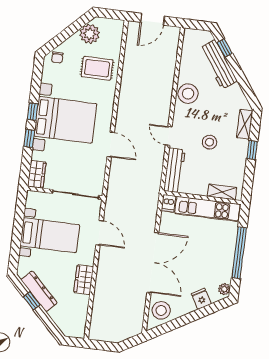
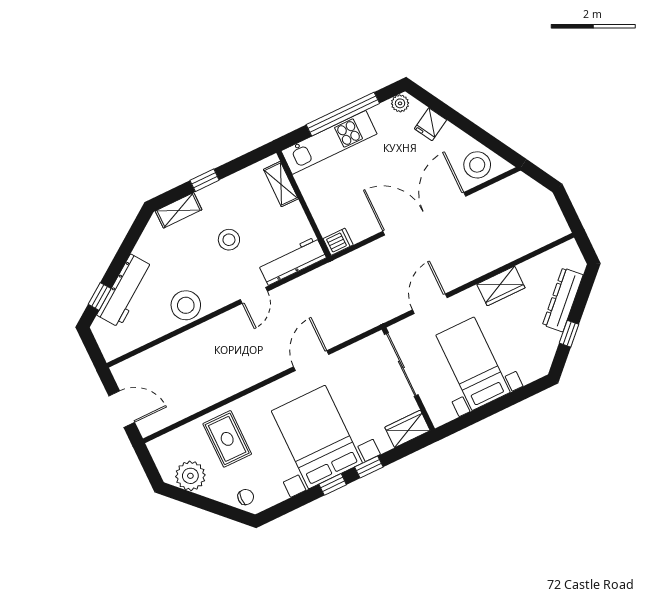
kitchen unit: (207, 209) -> (329, 142), moved, turned 90
dresser: (39, 291) -> (563, 300), moved

